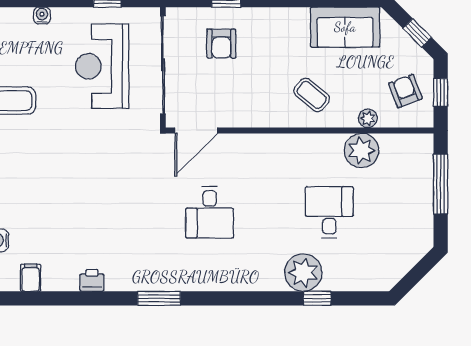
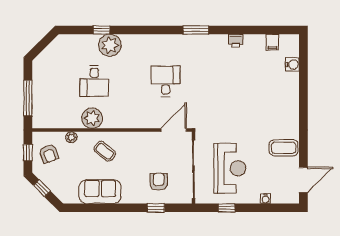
sofa: (345, 27) -> (100, 192), moved
plant: (362, 151) -> (92, 118), moved

